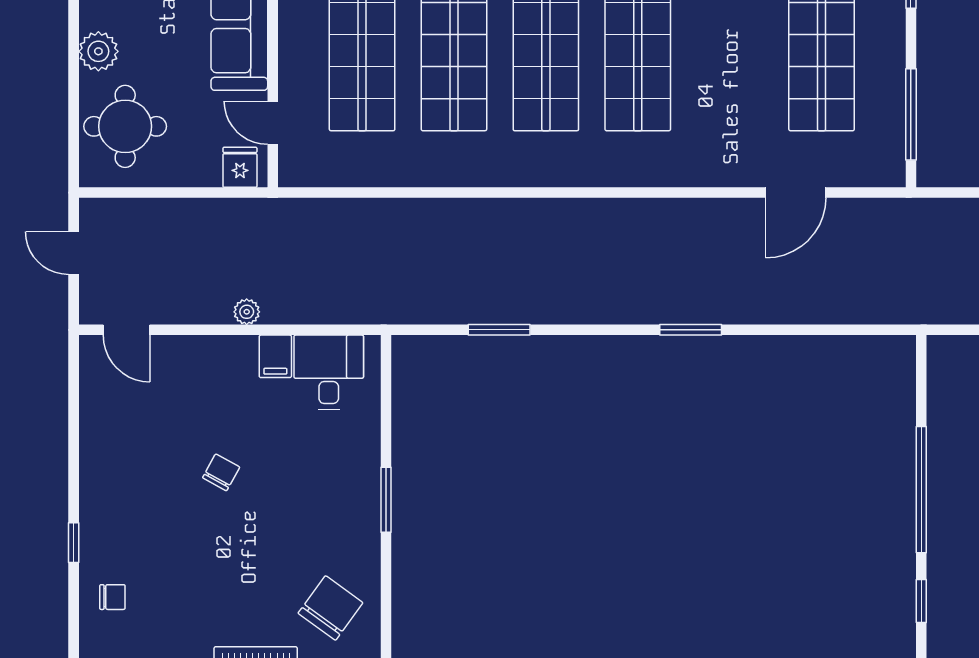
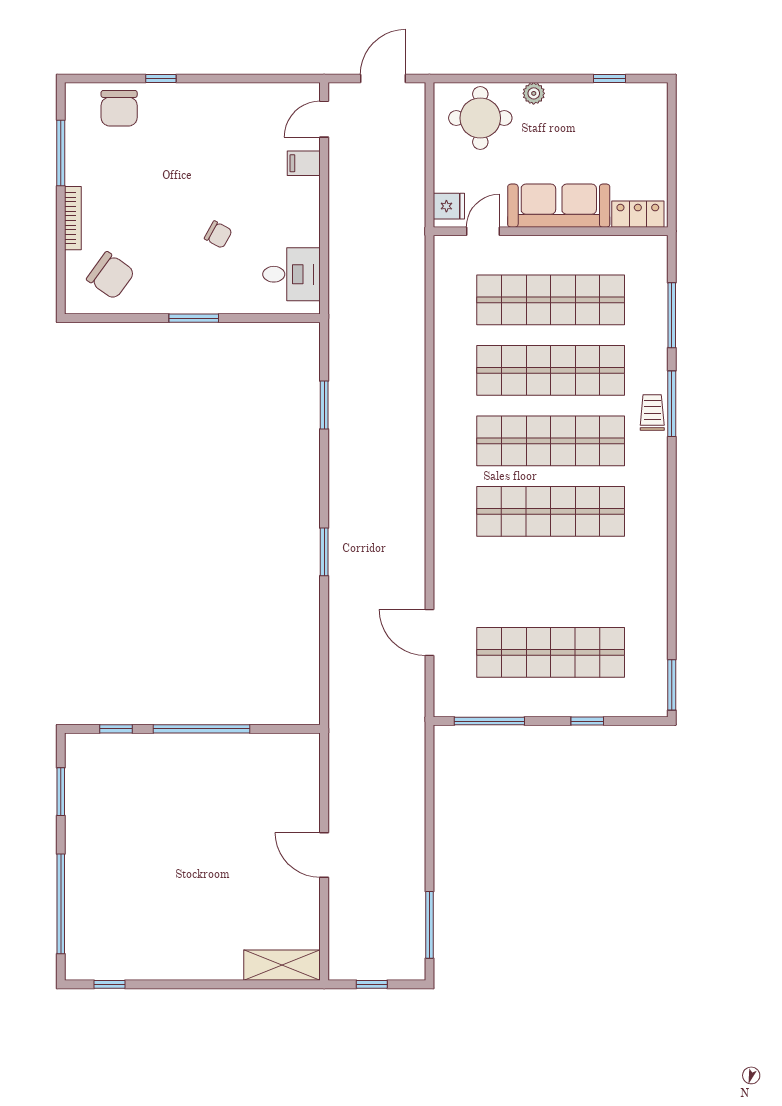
plant: (98, 51) -> (534, 93), width x0.73, depth x0.73
door: (74, 253) -> (383, 78), width x1.38
plant: (247, 312) -> (338, 211), removed
filing cabinet: (275, 356) -> (304, 163), moved
chair: (221, 472) -> (218, 235), moved
chair: (112, 597) -> (119, 108), width x1.87, depth x1.87

